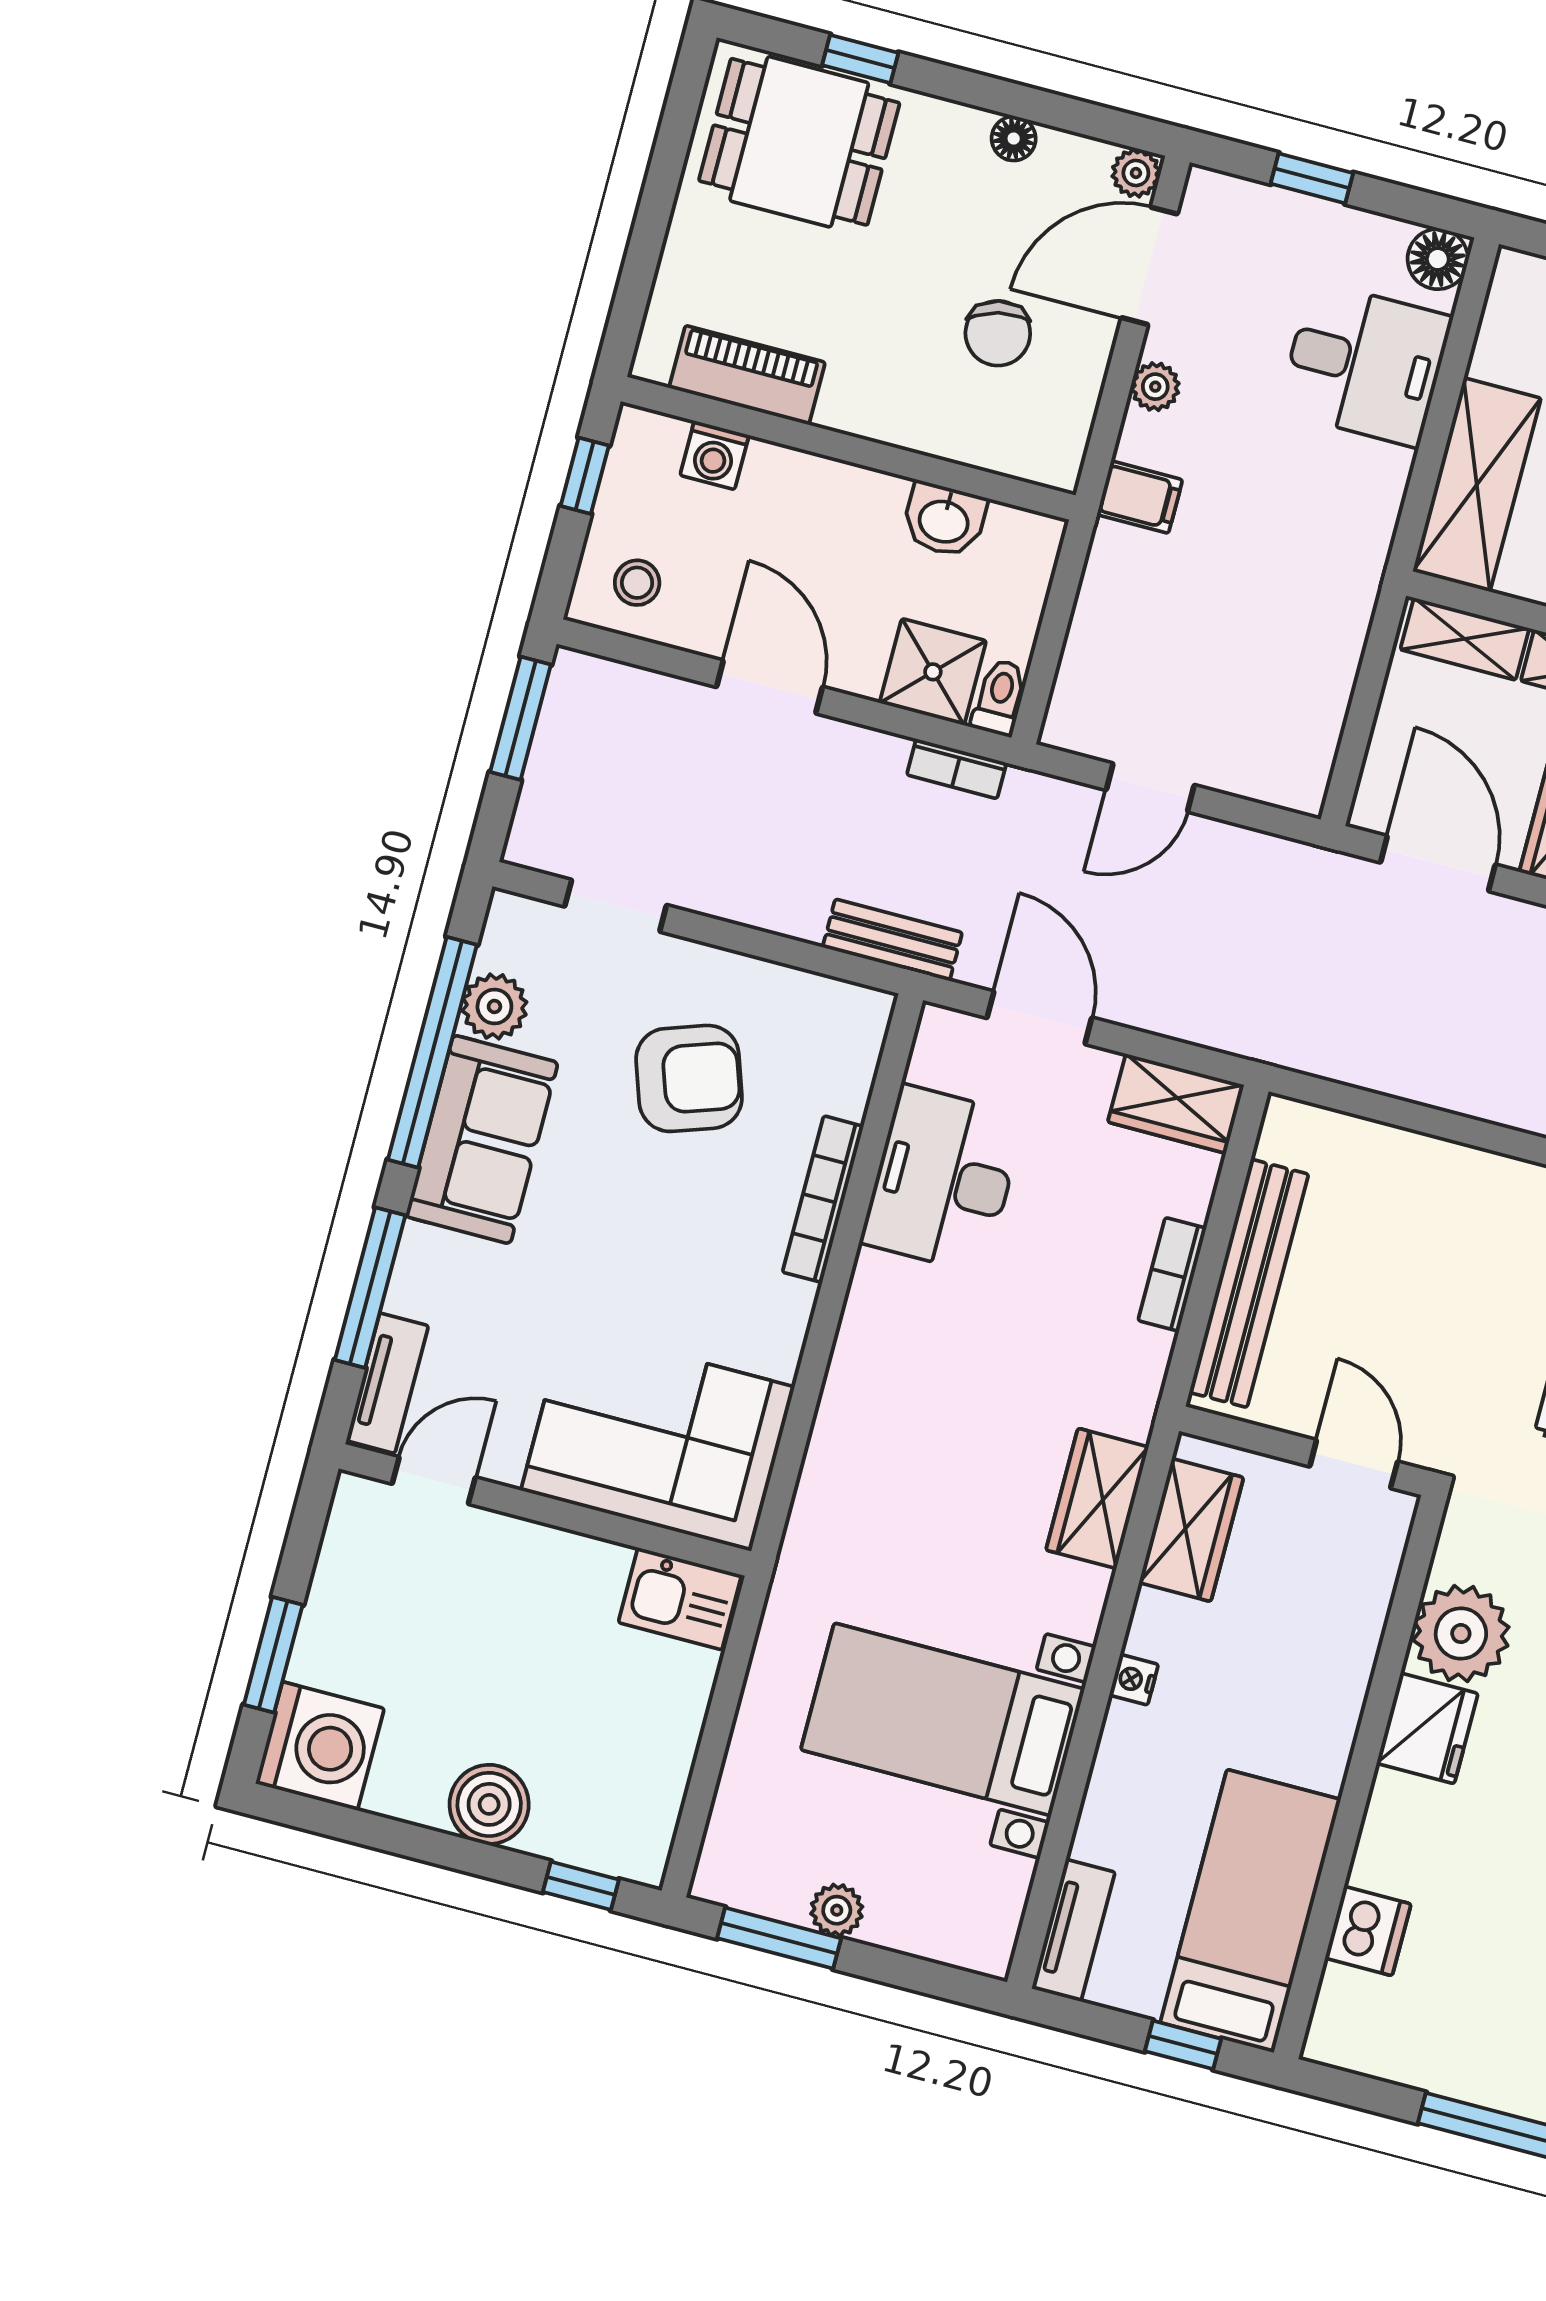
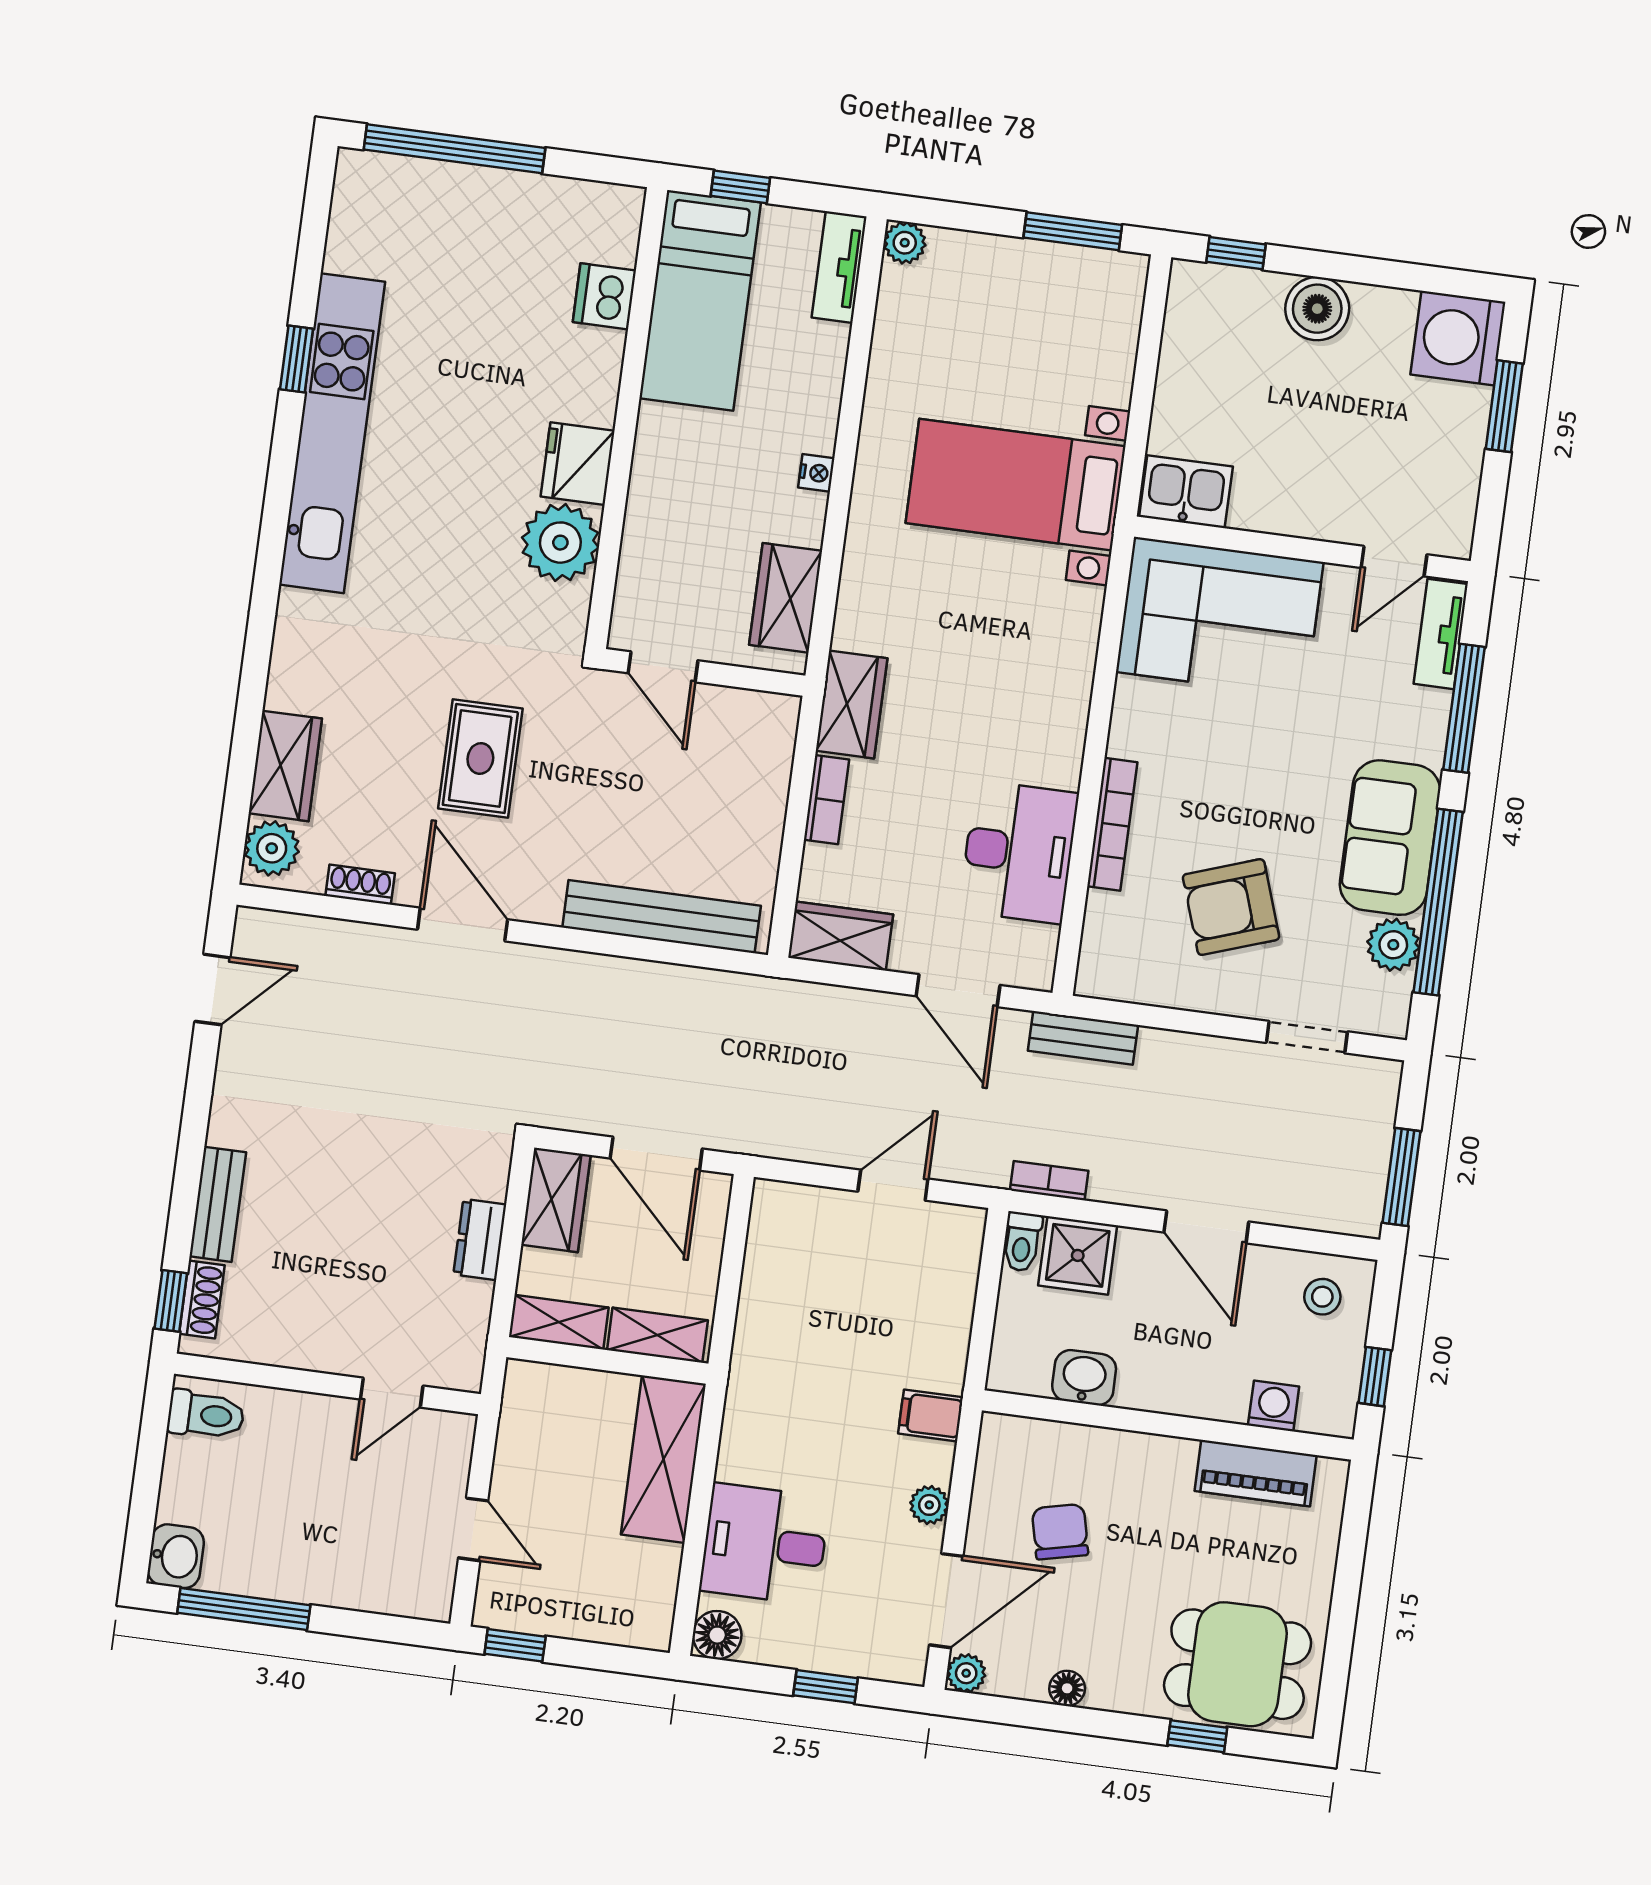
bench: (1249, 1283) -> (662, 917), moved, turned 90
wardrobe: (1097, 1498) -> (852, 704), moved
bed with nightstands: (943, 1719) -> (1016, 485), moved, turned 180
plant: (837, 1910) -> (905, 243), moved

